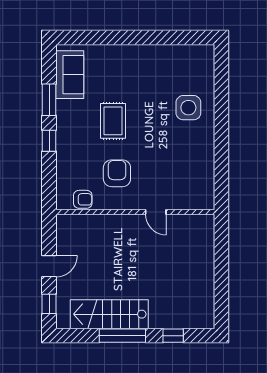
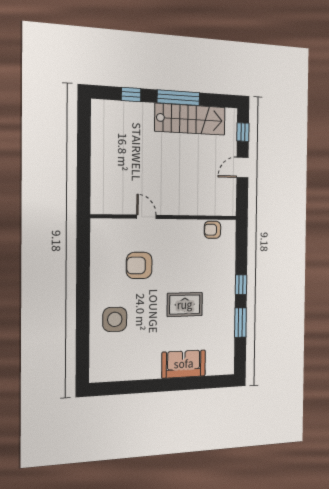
sofa: (70, 75) -> (184, 364), moved, turned 90
rug: (113, 121) -> (185, 305), turned 90
armchair: (117, 173) -> (139, 265), moved, turned 90

